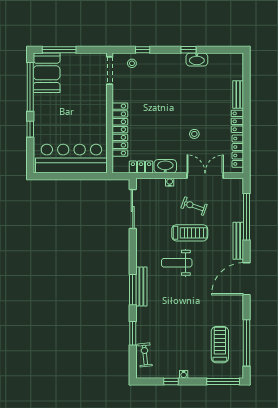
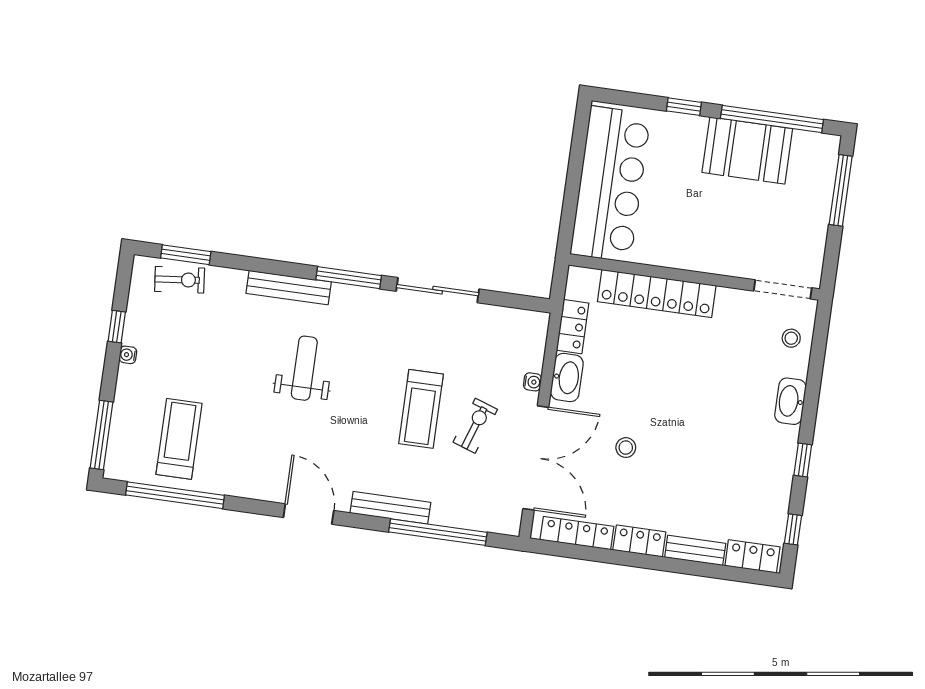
window: (143, 50) -> (793, 529), moved
washbasin: (197, 60) -> (790, 401), moved
locker: (237, 67) -> (752, 556), added
booth: (47, 73) -> (747, 151), moved
double door: (205, 176) -> (536, 458), width x1.36
sliding door: (133, 209) -> (438, 290), moved
weight bench: (177, 263) -> (304, 368), moved
door: (247, 279) -> (309, 514), width x0.73
bench: (141, 287) -> (289, 288), moved
window: (133, 290) -> (349, 278), moved
window: (133, 333) -> (186, 255), moved
treadmill: (220, 345) -> (179, 439), turned -90

